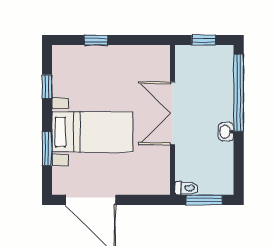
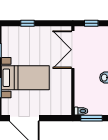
double door: (173, 113) -> (73, 50), moved

